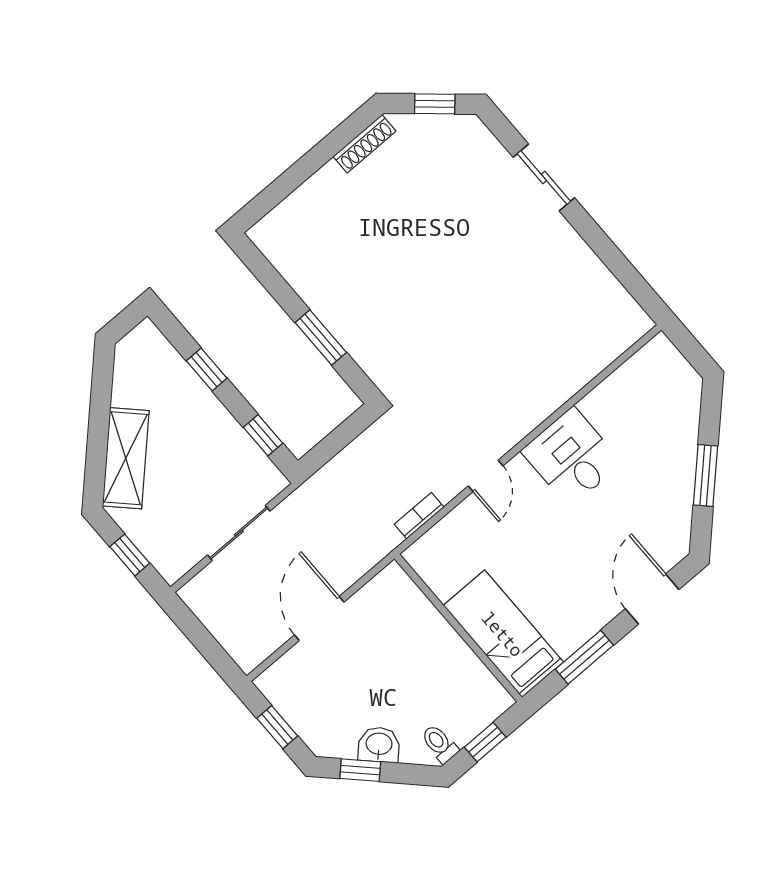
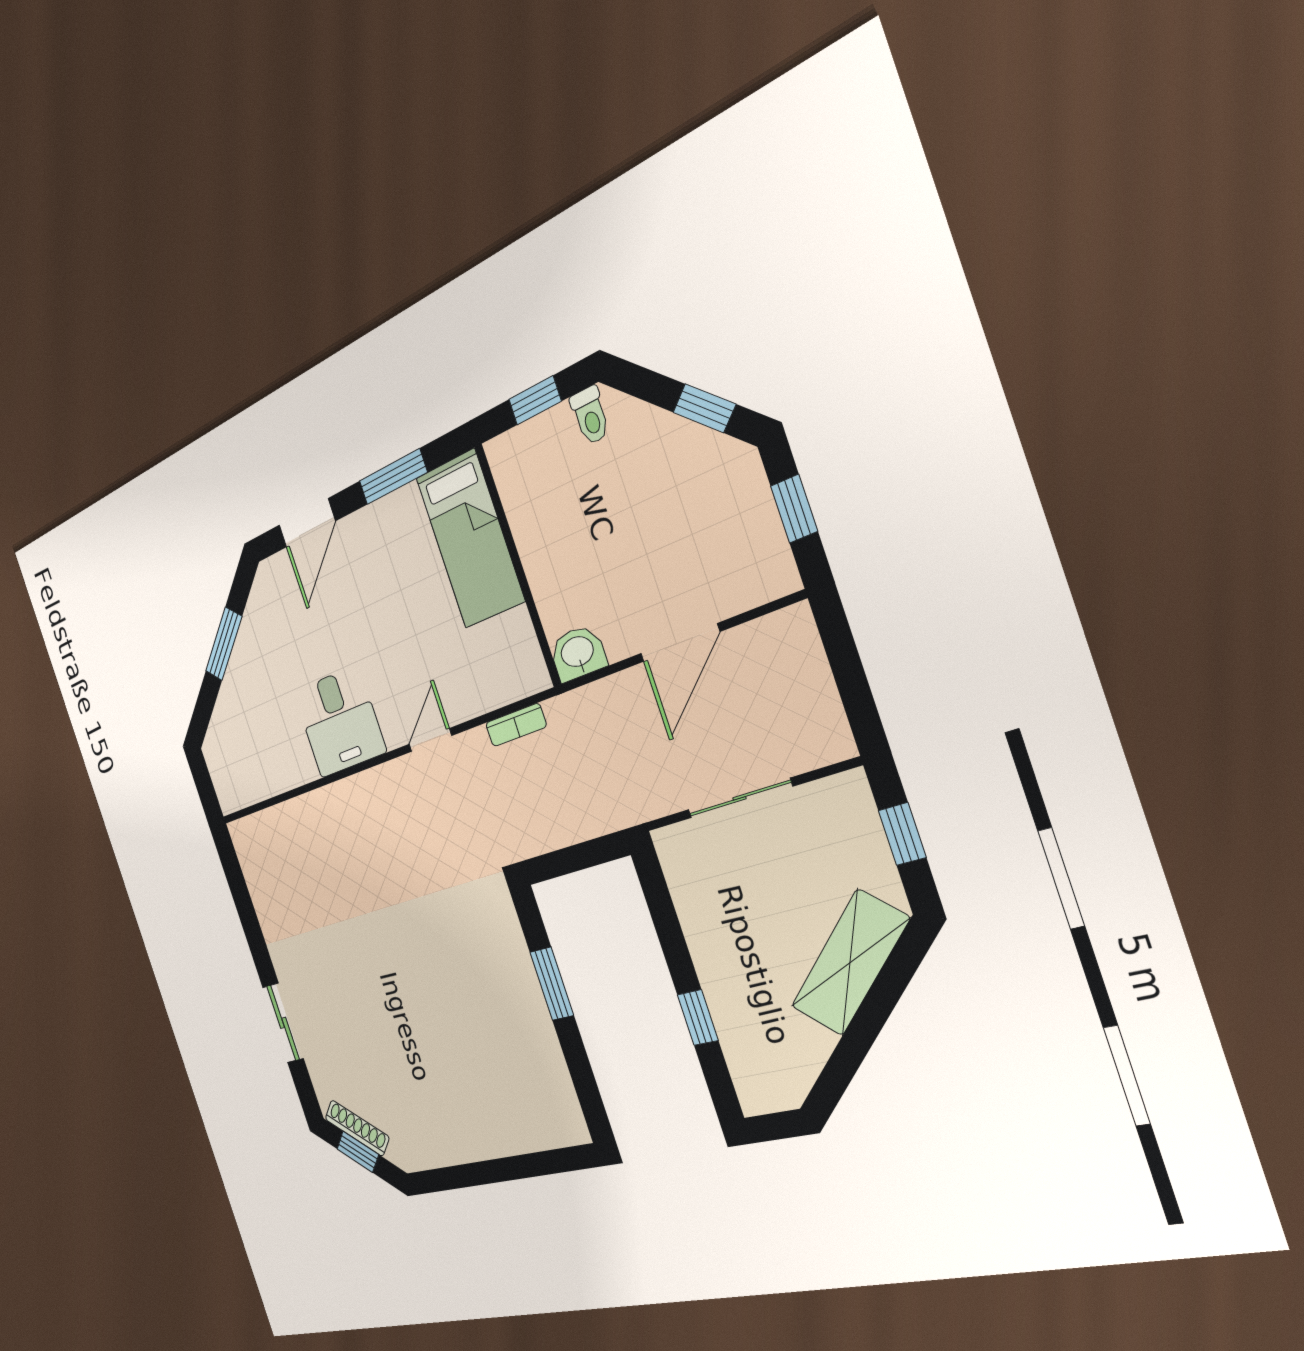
shoe rack: (365, 144) -> (357, 1128), moved, turned 41
window: (263, 435) -> (661, 906), removed
washbasin: (379, 745) -> (578, 653), moved, turned 135

